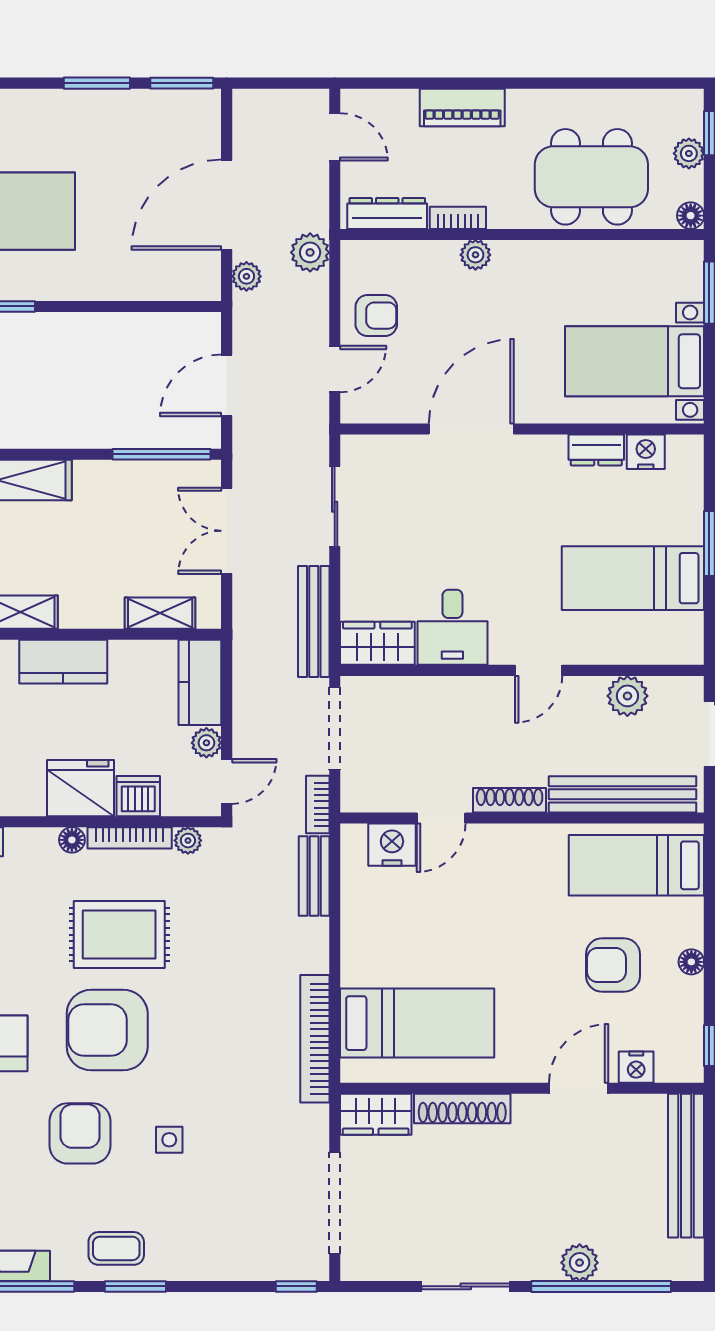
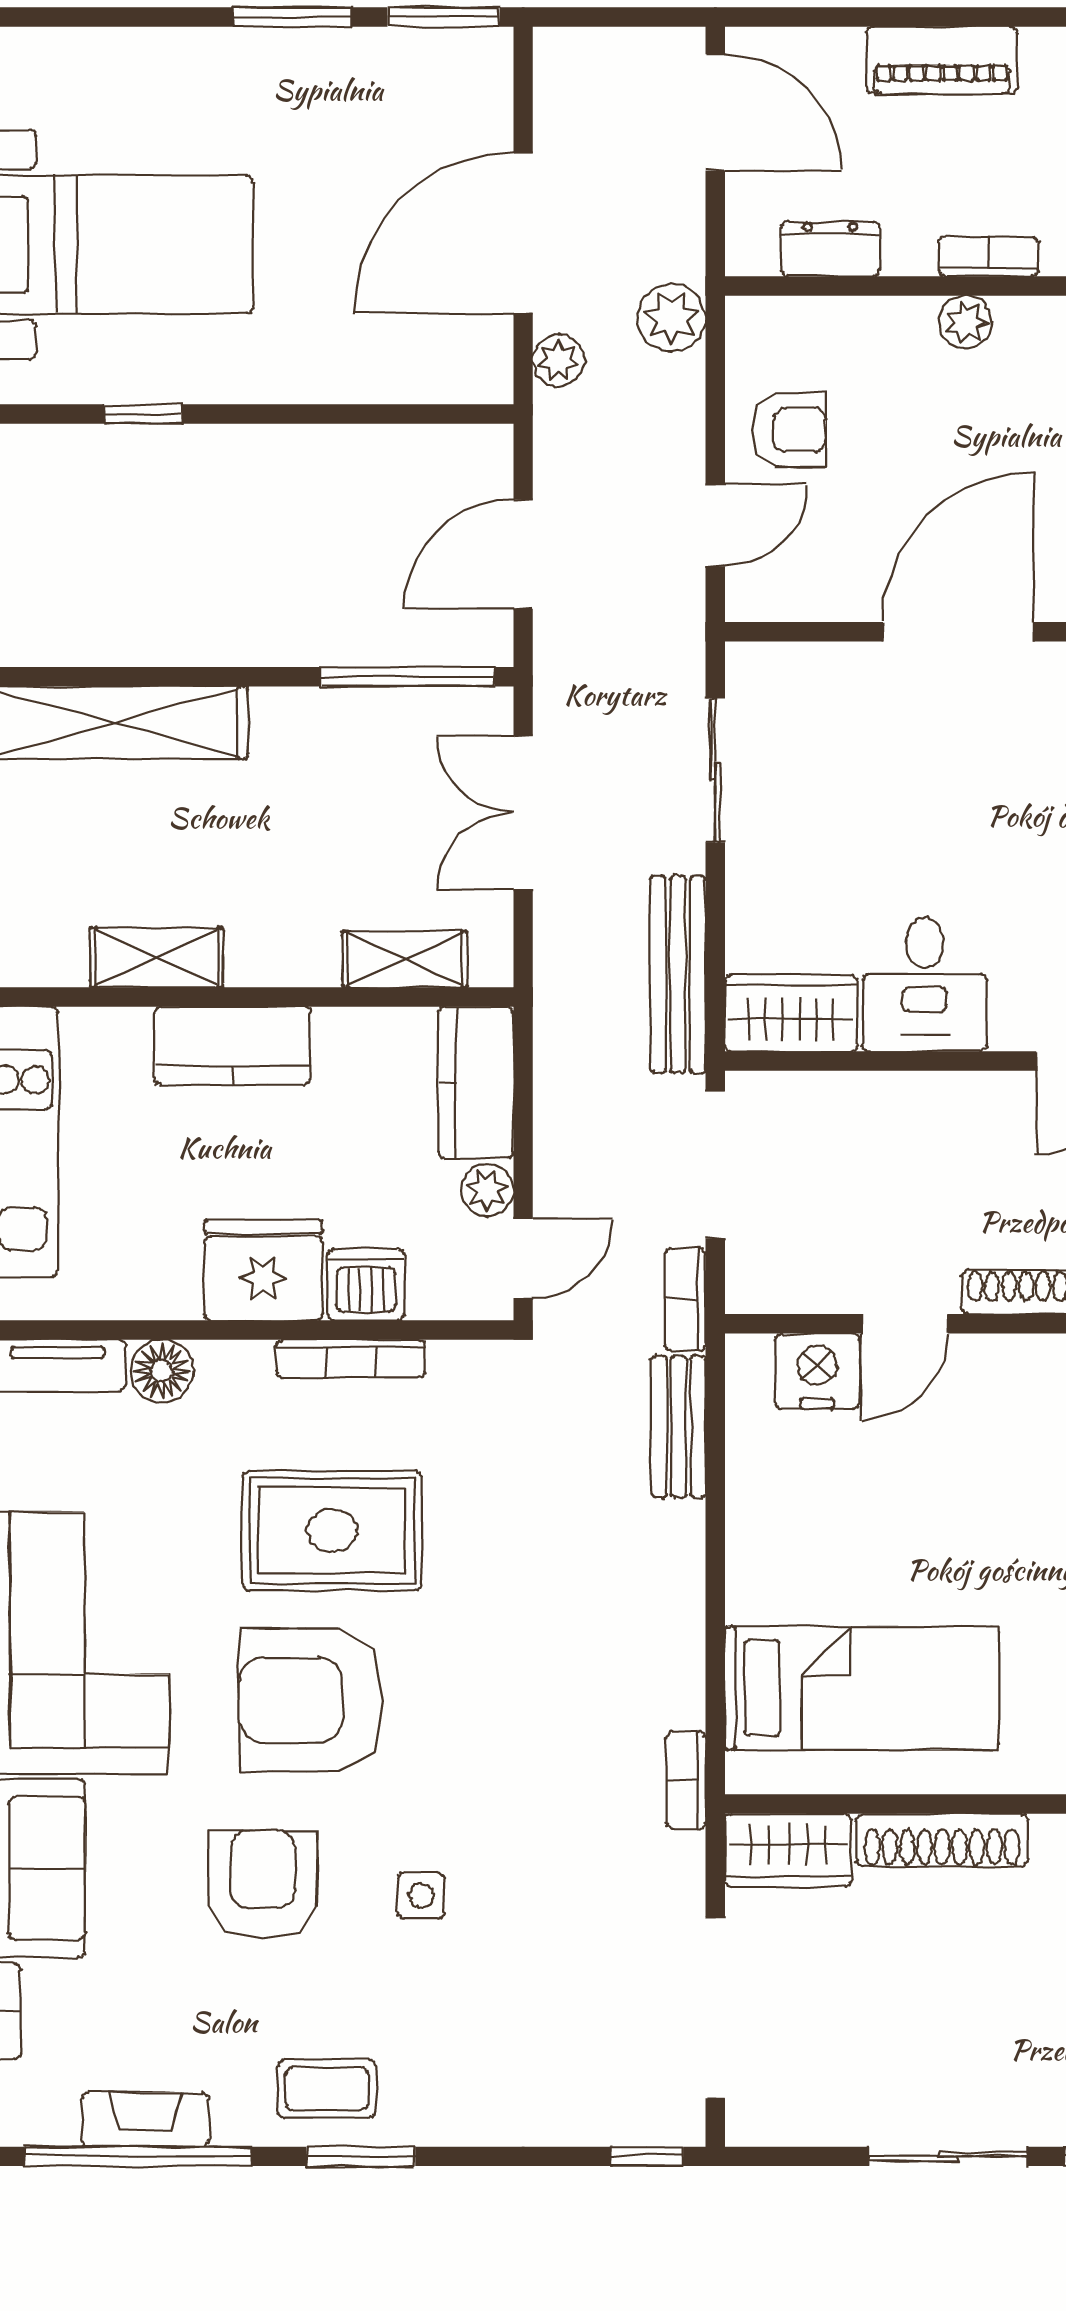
door: (335, 137) -> (715, 112), width x1.38
dresser: (387, 213) -> (830, 249), width x0.70
bookcase: (458, 218) -> (988, 256), moved
floor lamp: (72, 840) -> (162, 1371), moved, width x1.37, depth x1.37
plant: (188, 841) -> (454, 1364), removed
bookcase: (315, 1039) -> (686, 1780), width x0.43, depth x0.76

